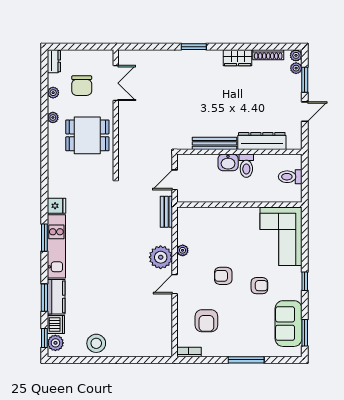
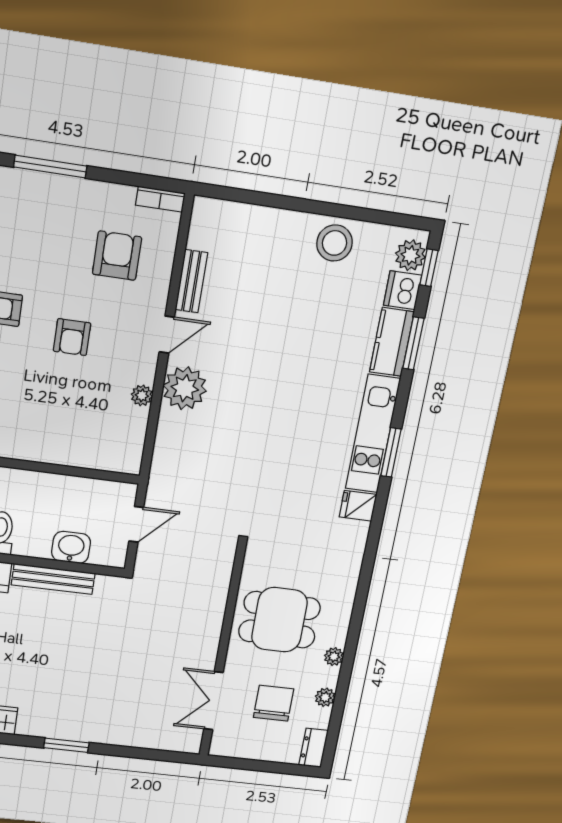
washbasin: (228, 162) -> (71, 547), moved
bench: (166, 212) -> (191, 281), moved
armchair: (223, 276) -> (72, 337), turned 90

